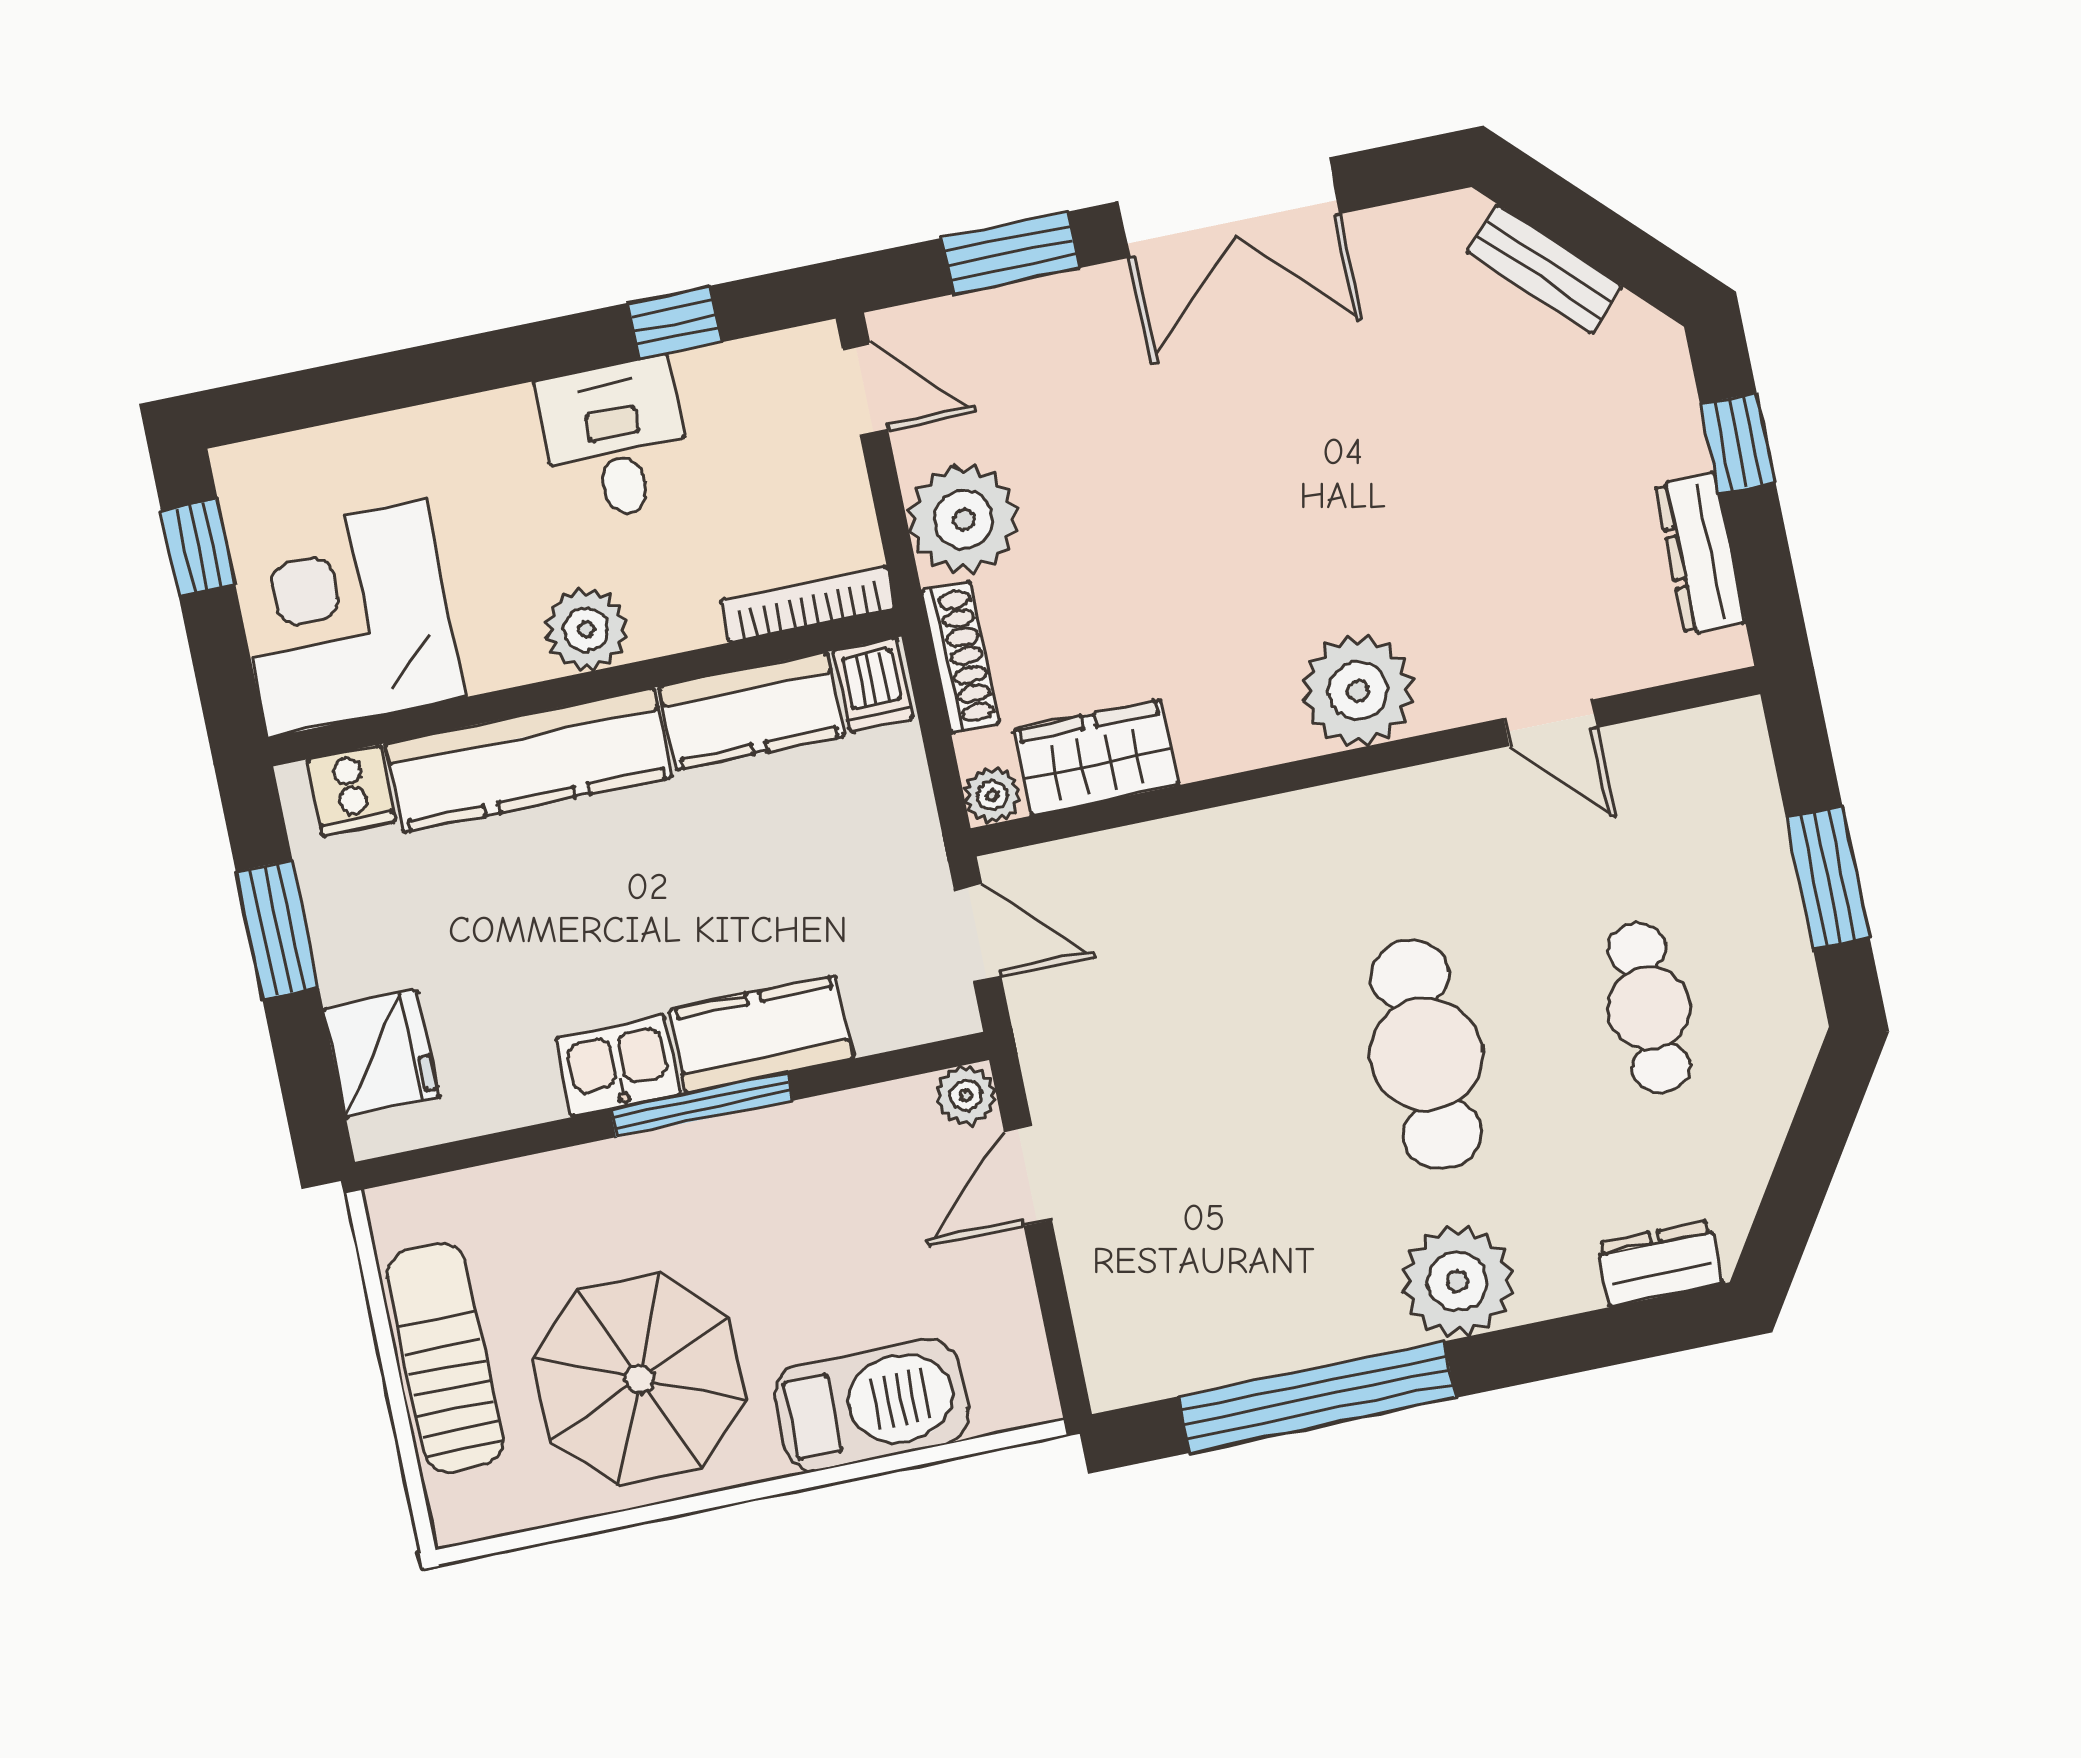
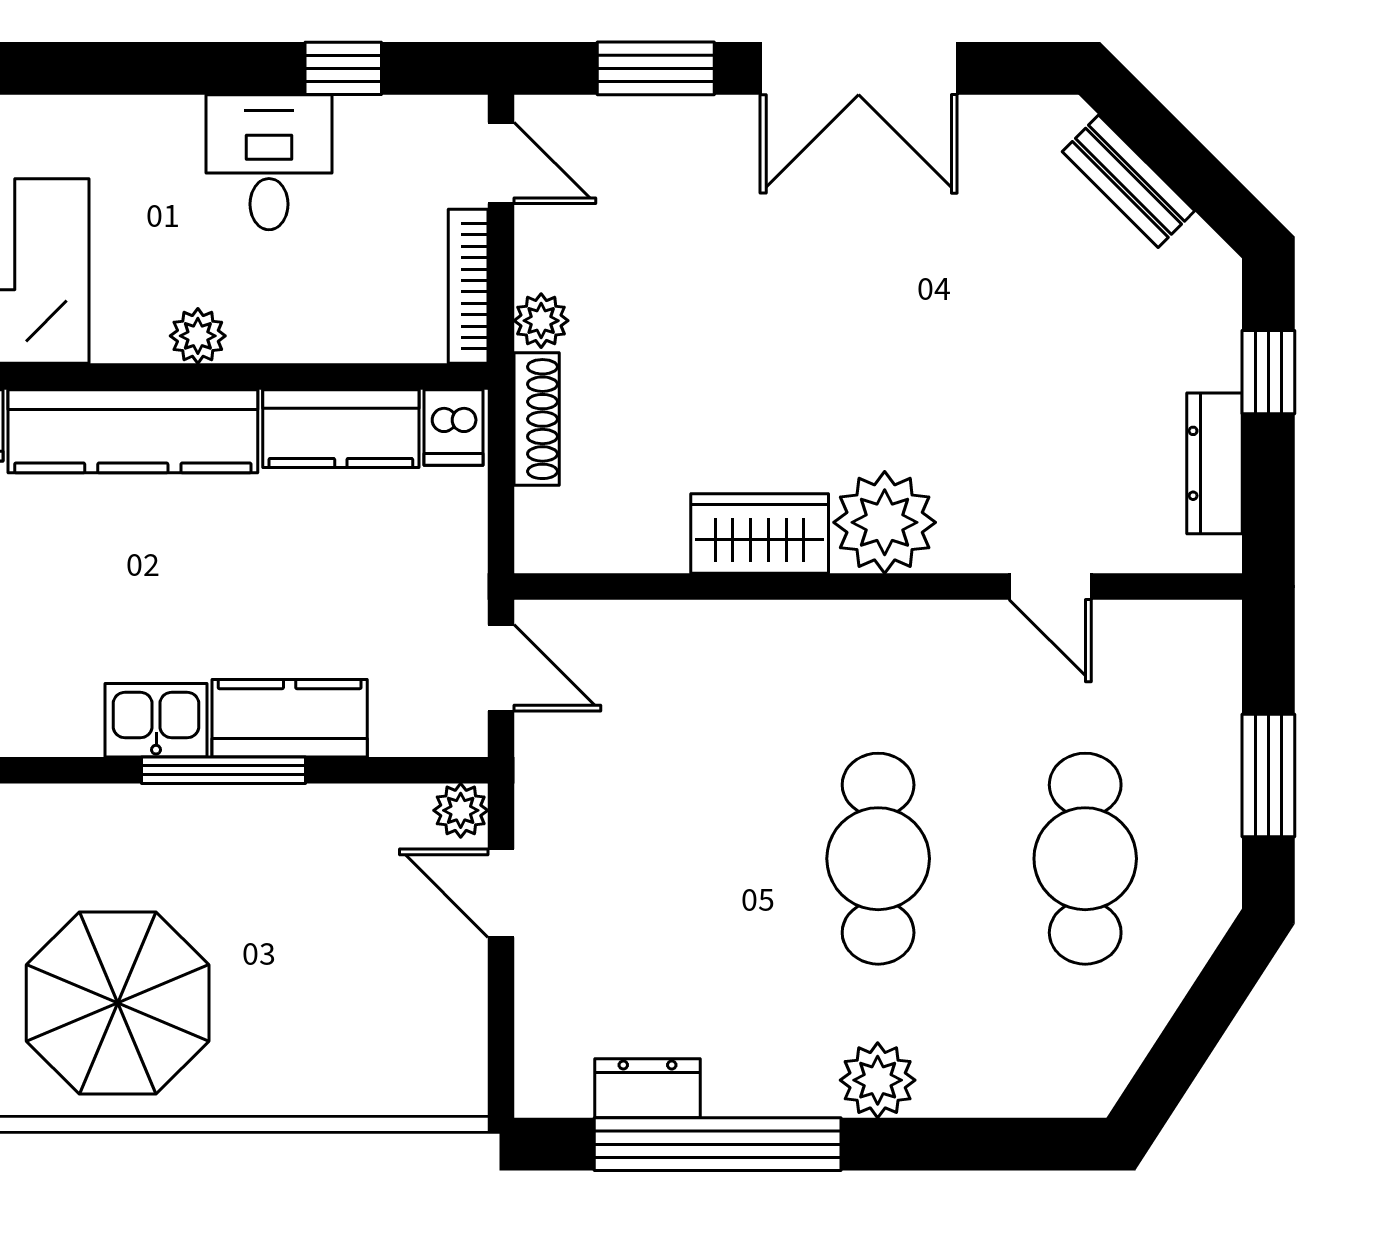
plant: (963, 519) -> (541, 321), width x0.53, depth x0.53
bookcase: (808, 604) -> (468, 286), moved, turned -90
plant: (586, 630) -> (198, 336), width x0.73, depth x0.73
wardrobe: (1096, 757) -> (760, 533), moved
plant: (992, 795) -> (539, 548), removed
cafe table: (1649, 1008) -> (1085, 859), width x1.37, depth x1.35
door: (1028, 1175) -> (501, 893), hinge flipped
dresser: (1660, 1263) -> (648, 1088), moved
plant: (1457, 1281) -> (878, 1080), width x0.73, depth x0.73
barbecue: (871, 1405) -> (319, 1069), removed

